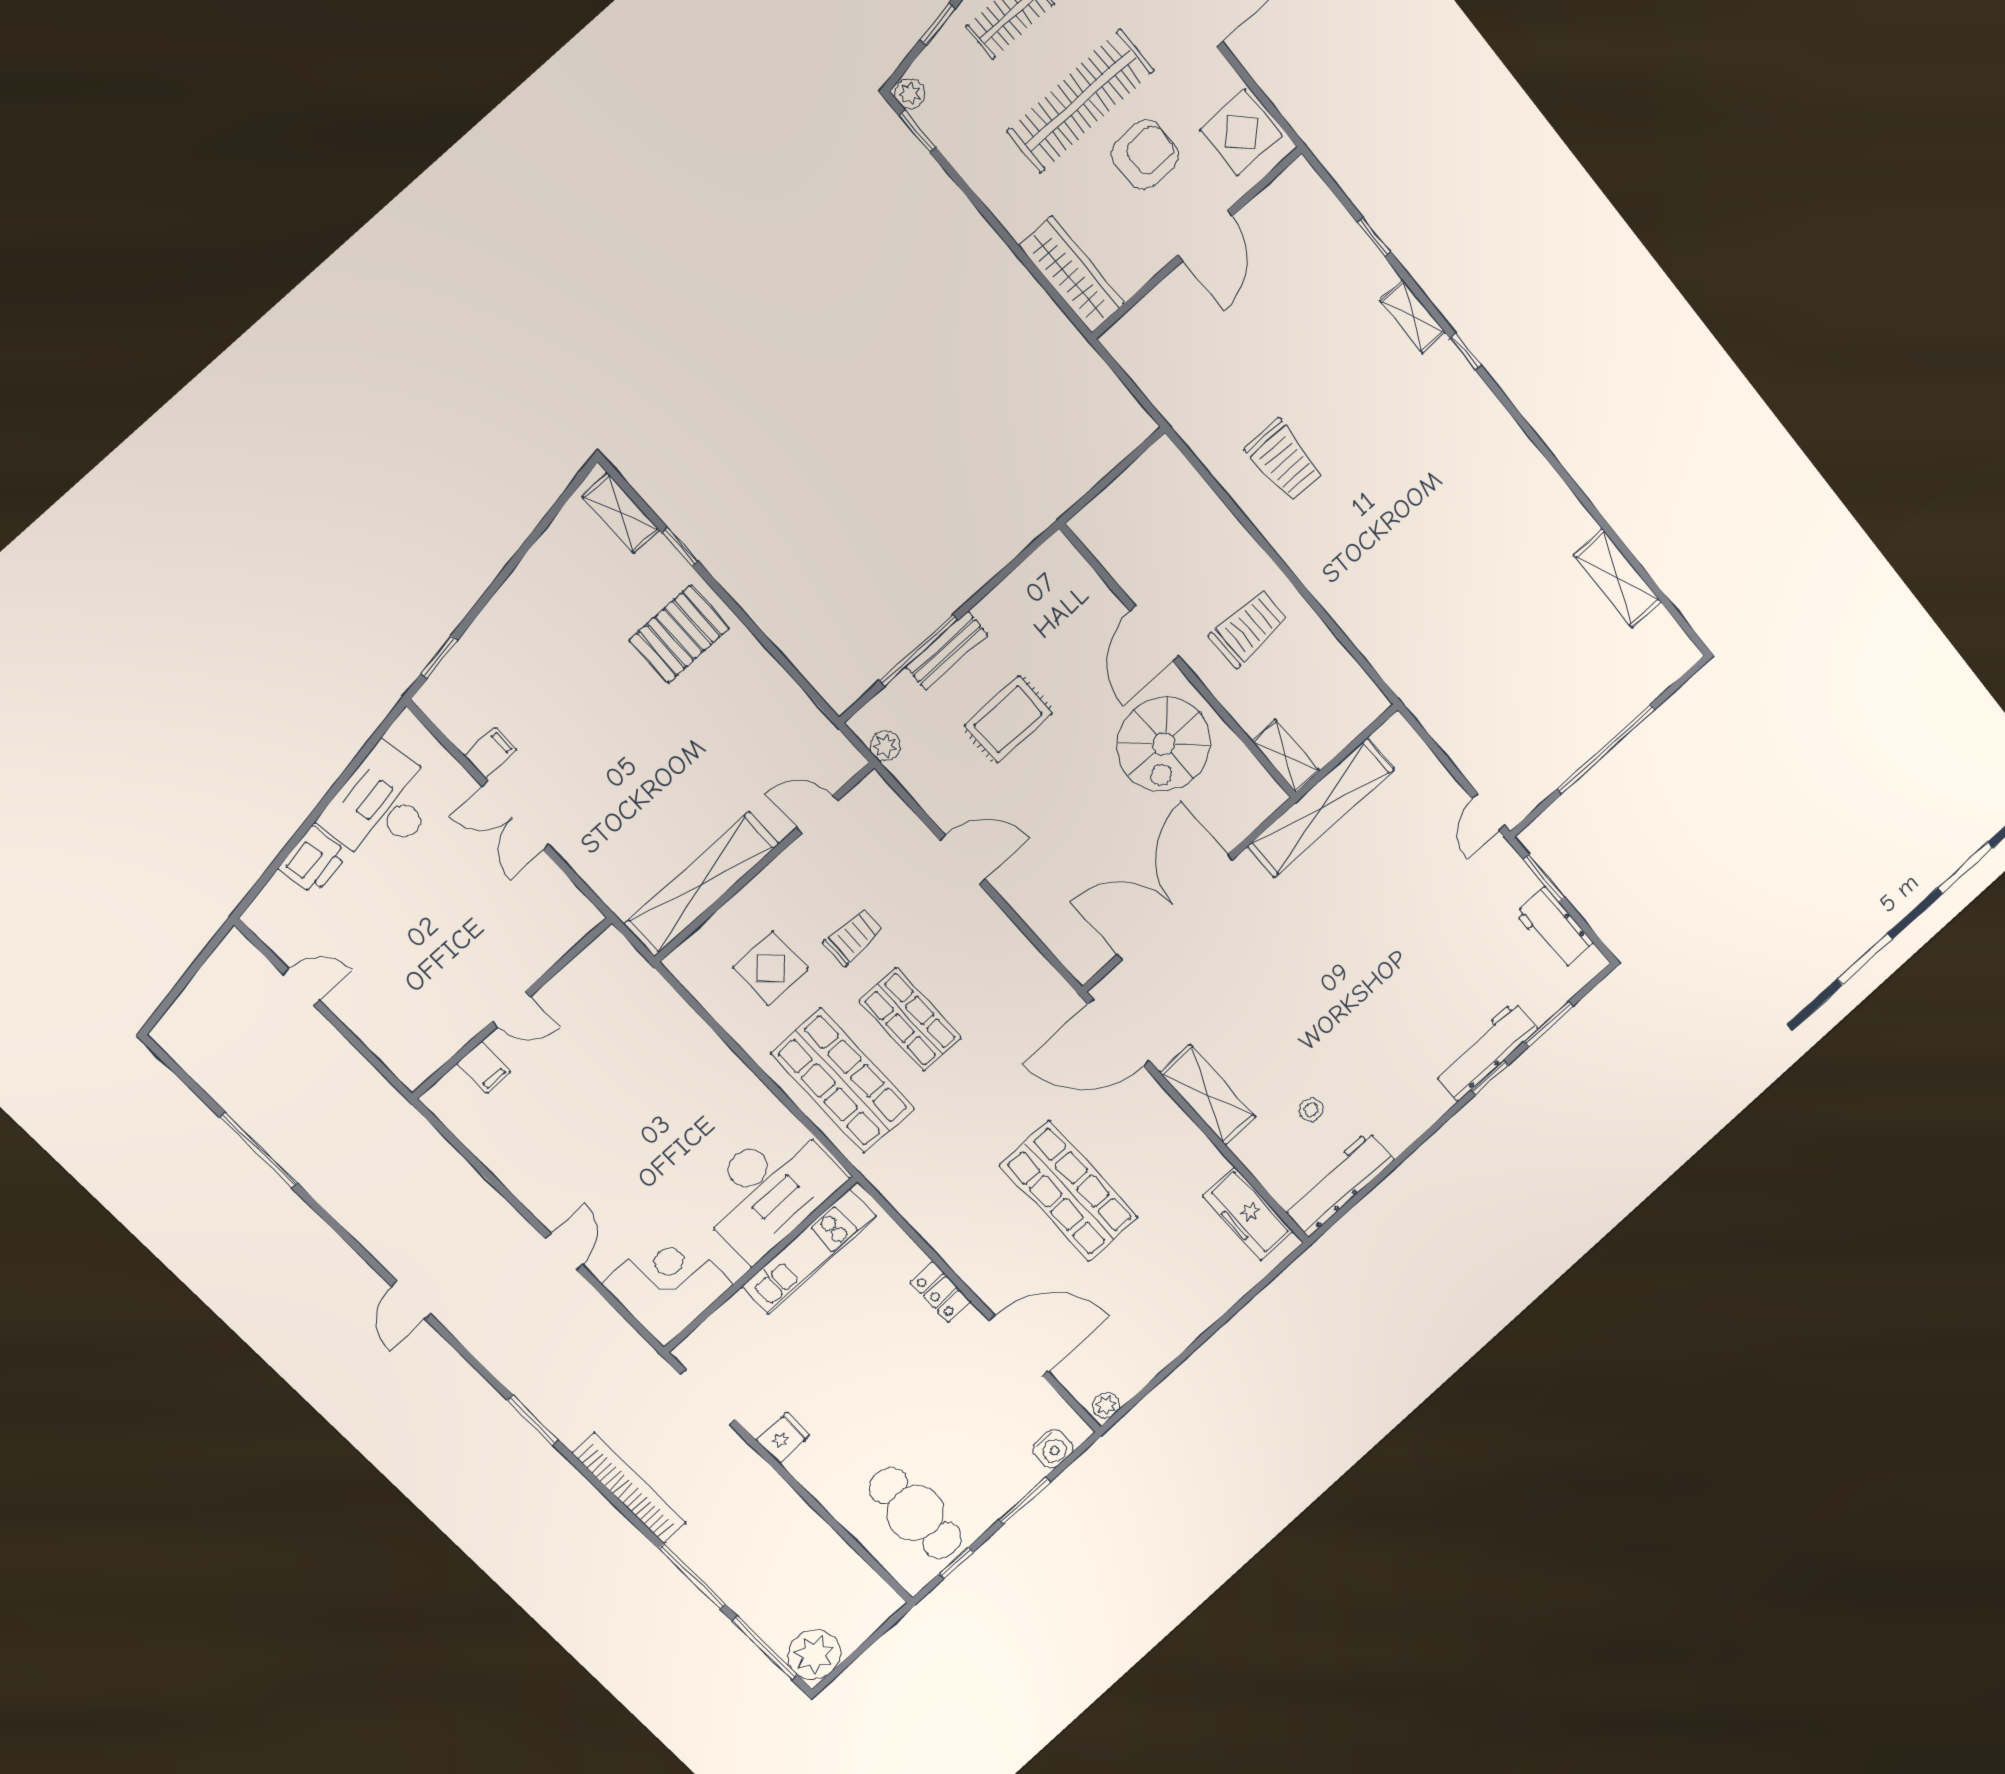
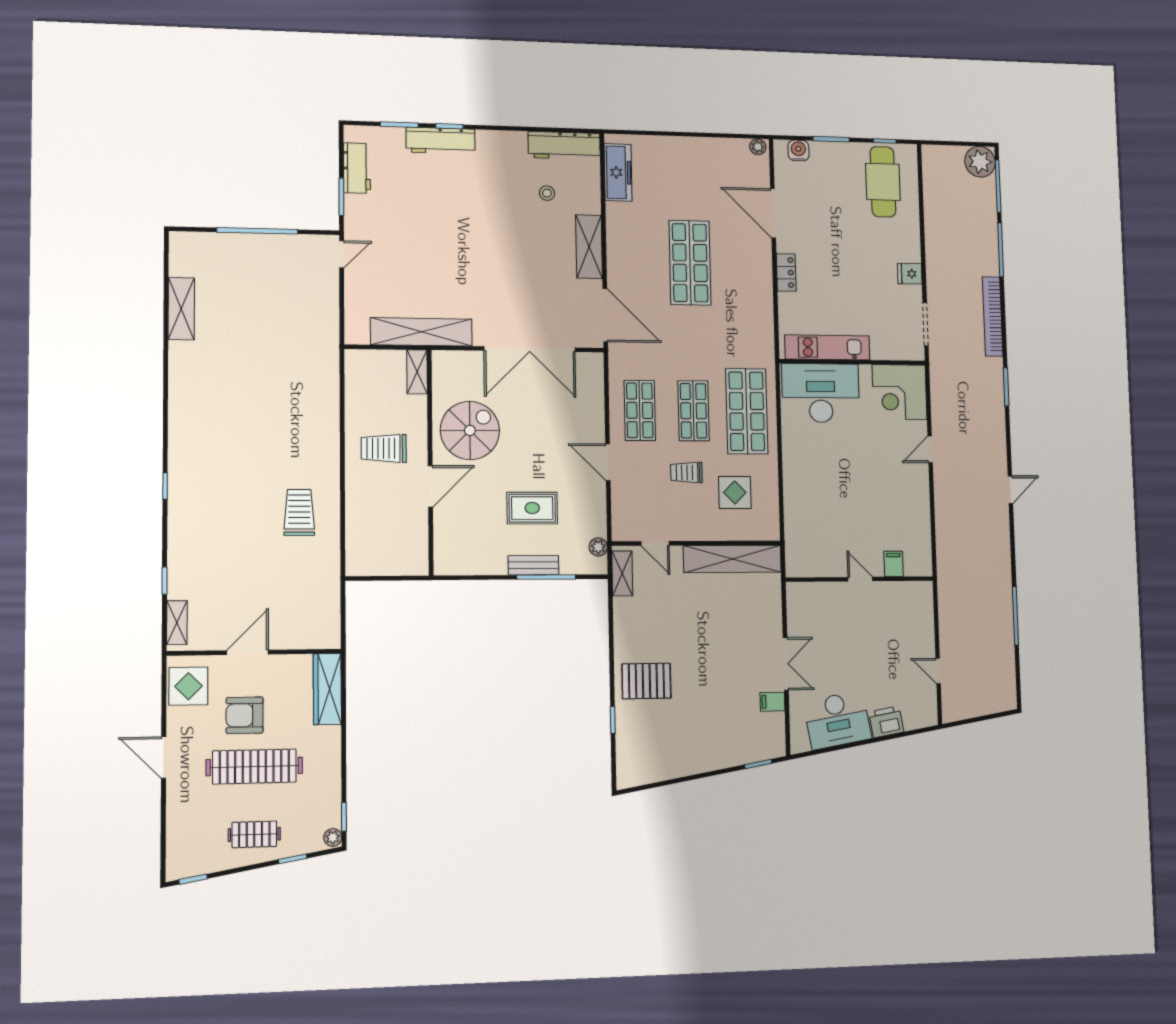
shelving: (1413, 316) -> (177, 623), moved
shelving: (621, 513) -> (622, 573), moved
shop shelf: (977, 958) -> (640, 410), added

